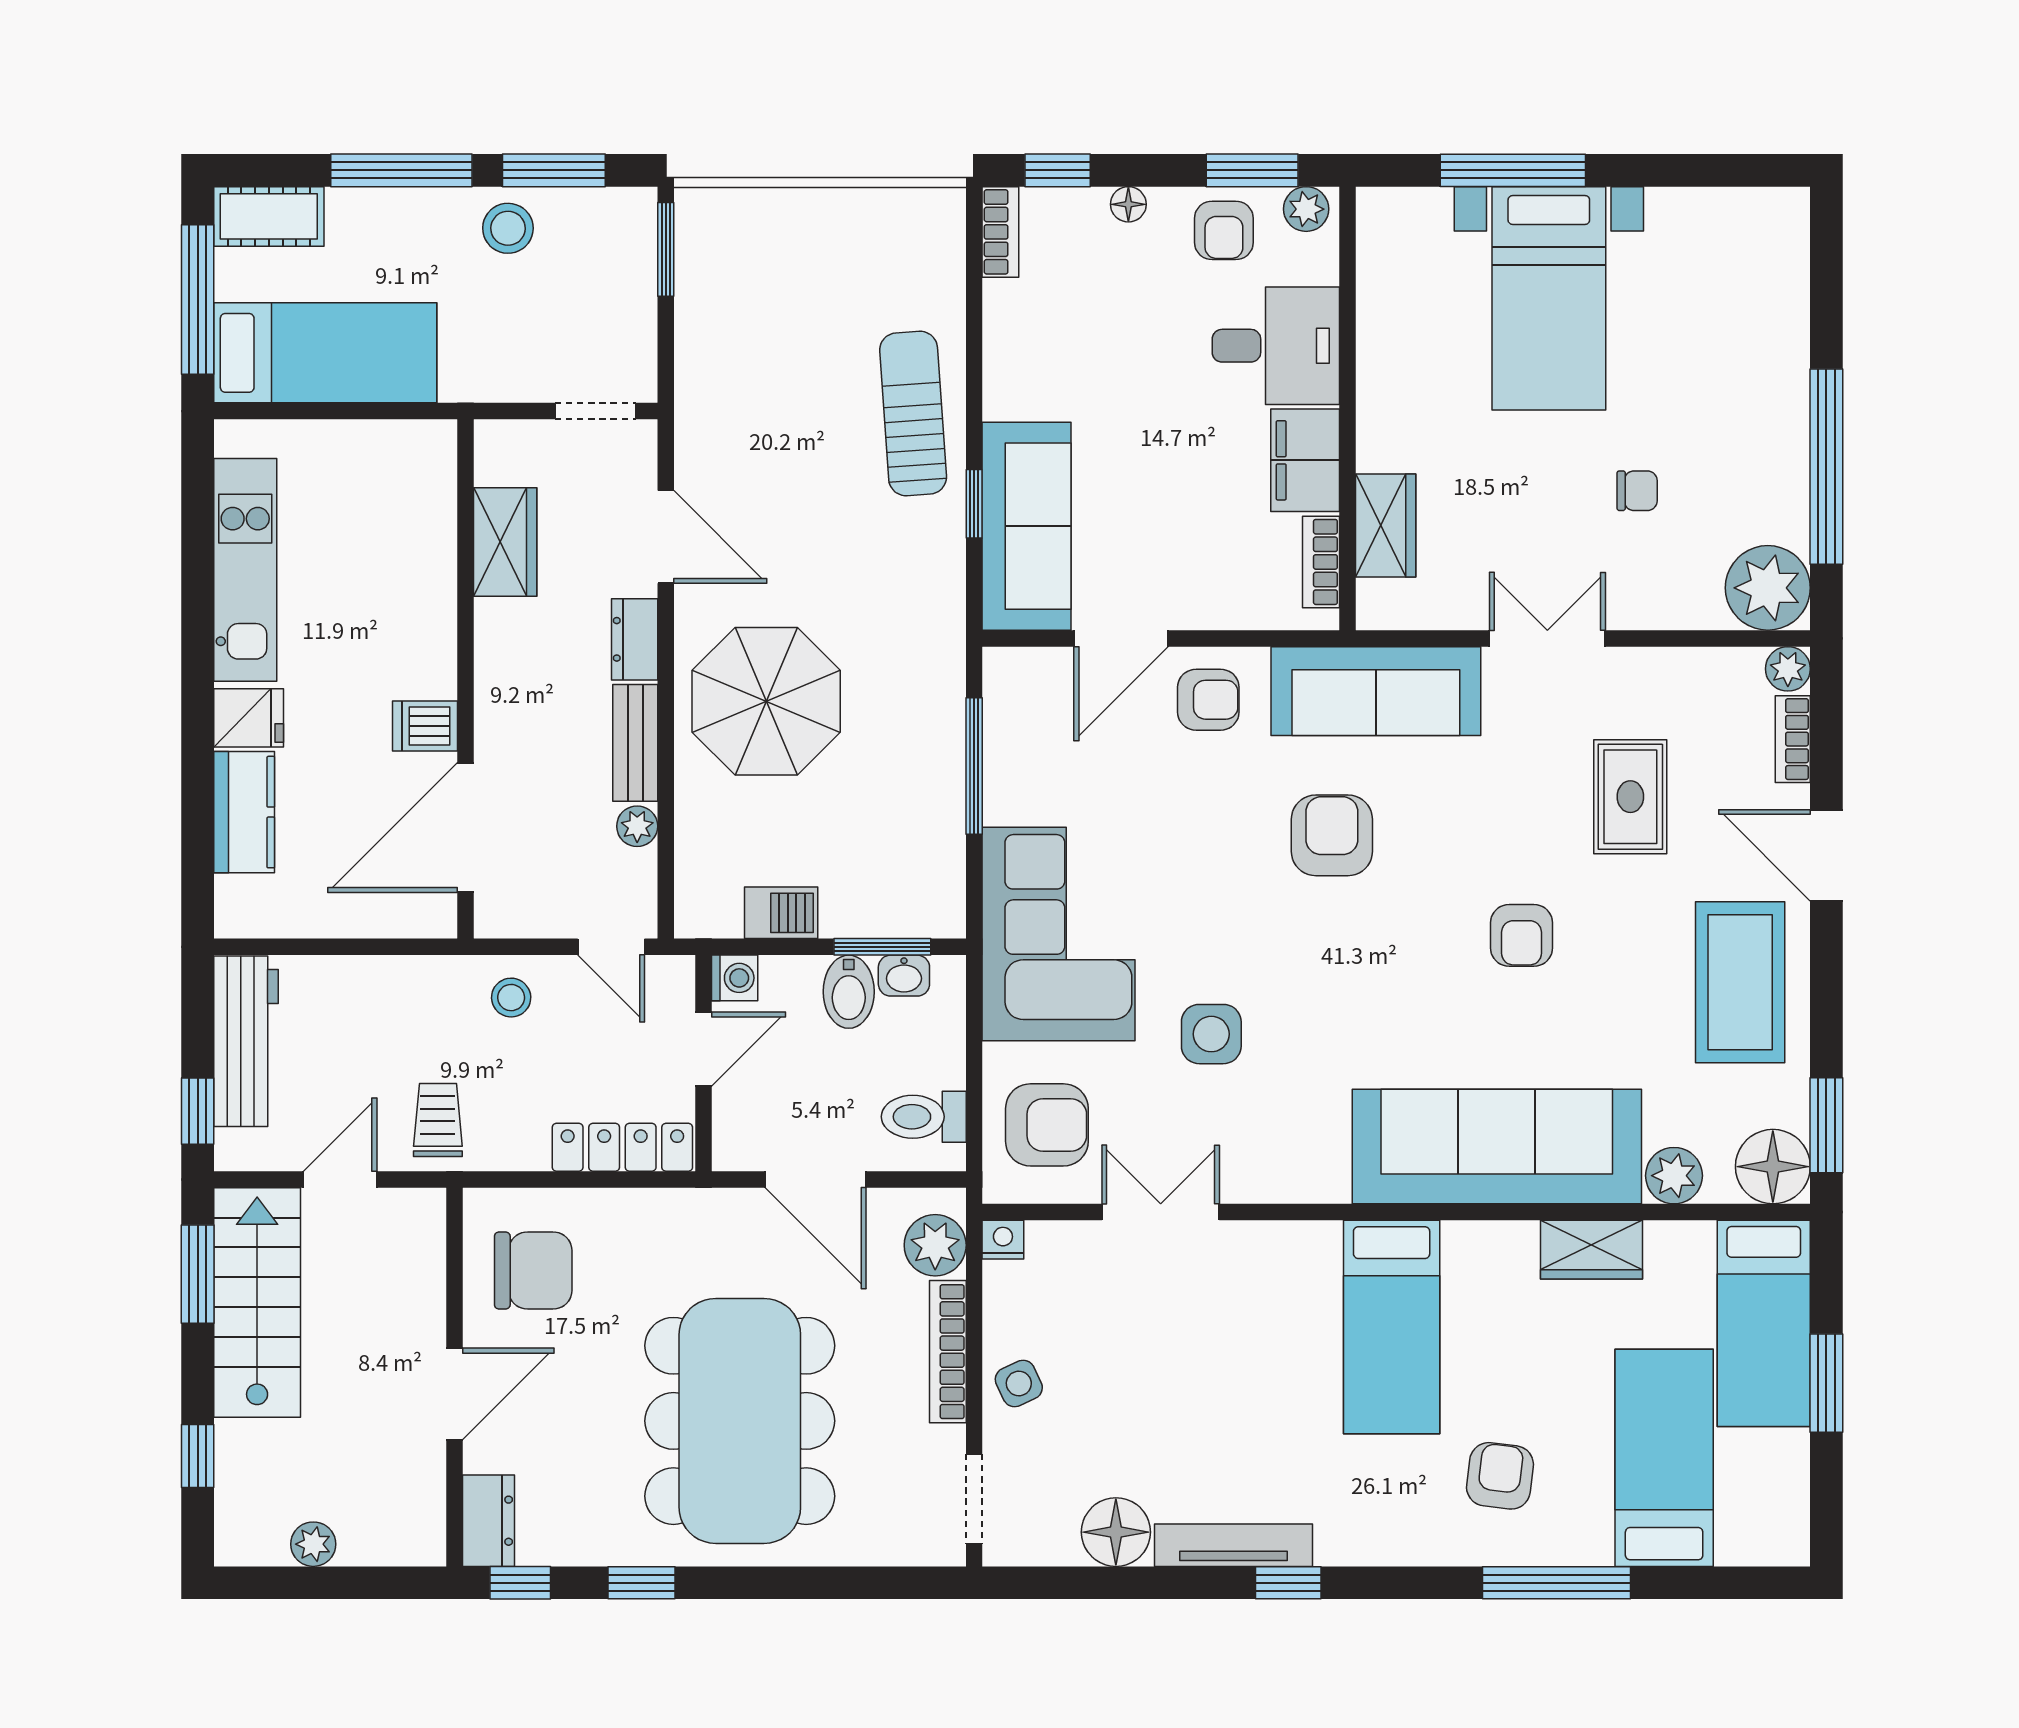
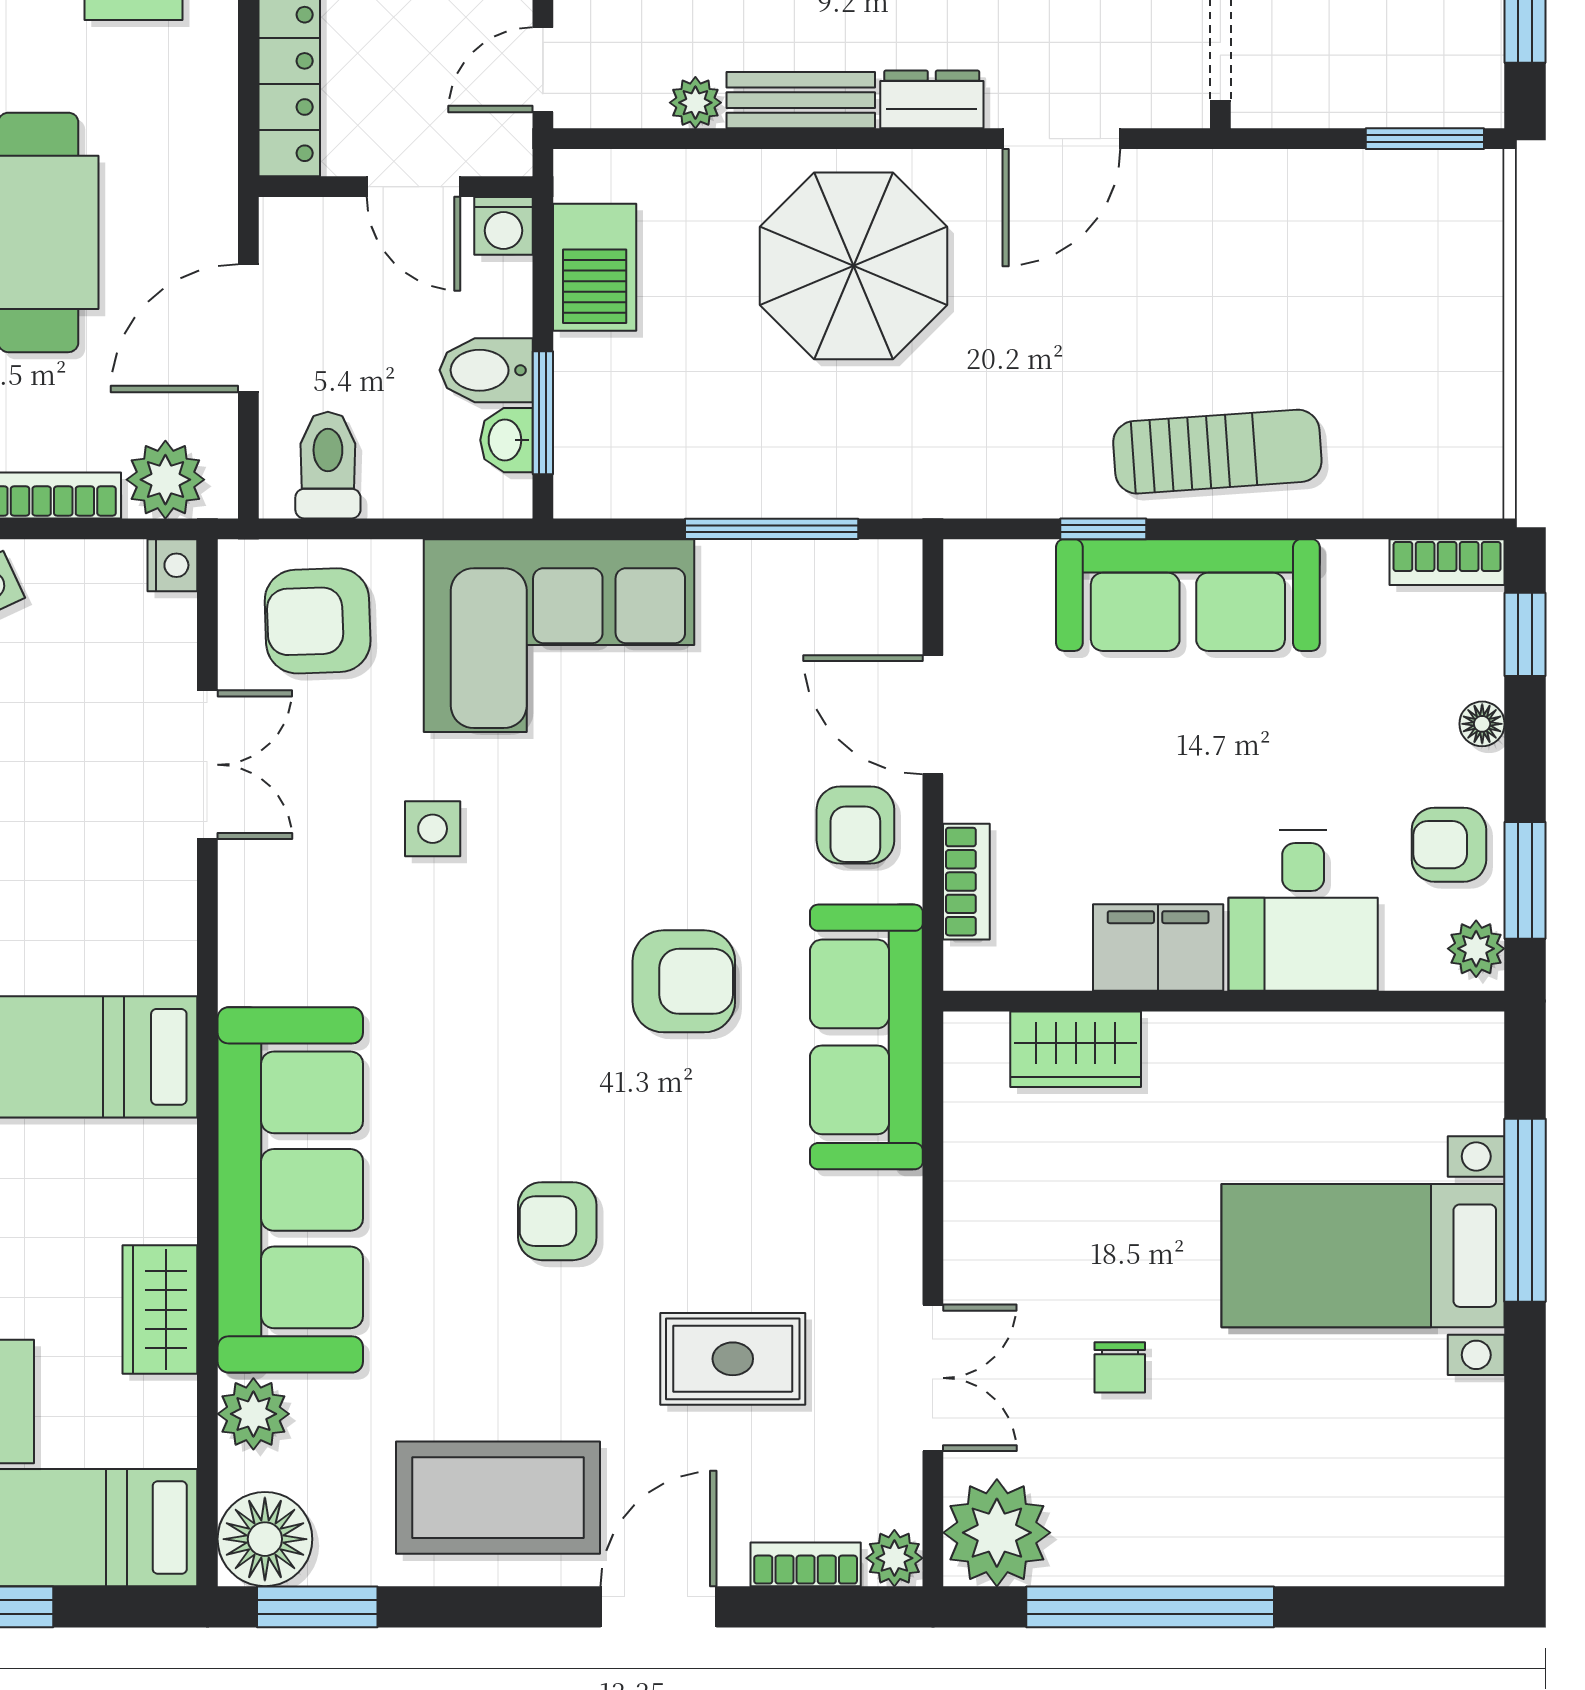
sofa: (1026, 526) -> (1188, 595), moved
bookcase: (1321, 562) -> (966, 882), moved, turned 90
double door: (1547, 638) -> (933, 1378), moved
barbecue: (781, 913) -> (595, 267), width x1.38, depth x1.27
side table: (1211, 1034) -> (433, 829), width x0.73, depth x0.73
armchair: (1047, 1125) -> (318, 621), turned 88

